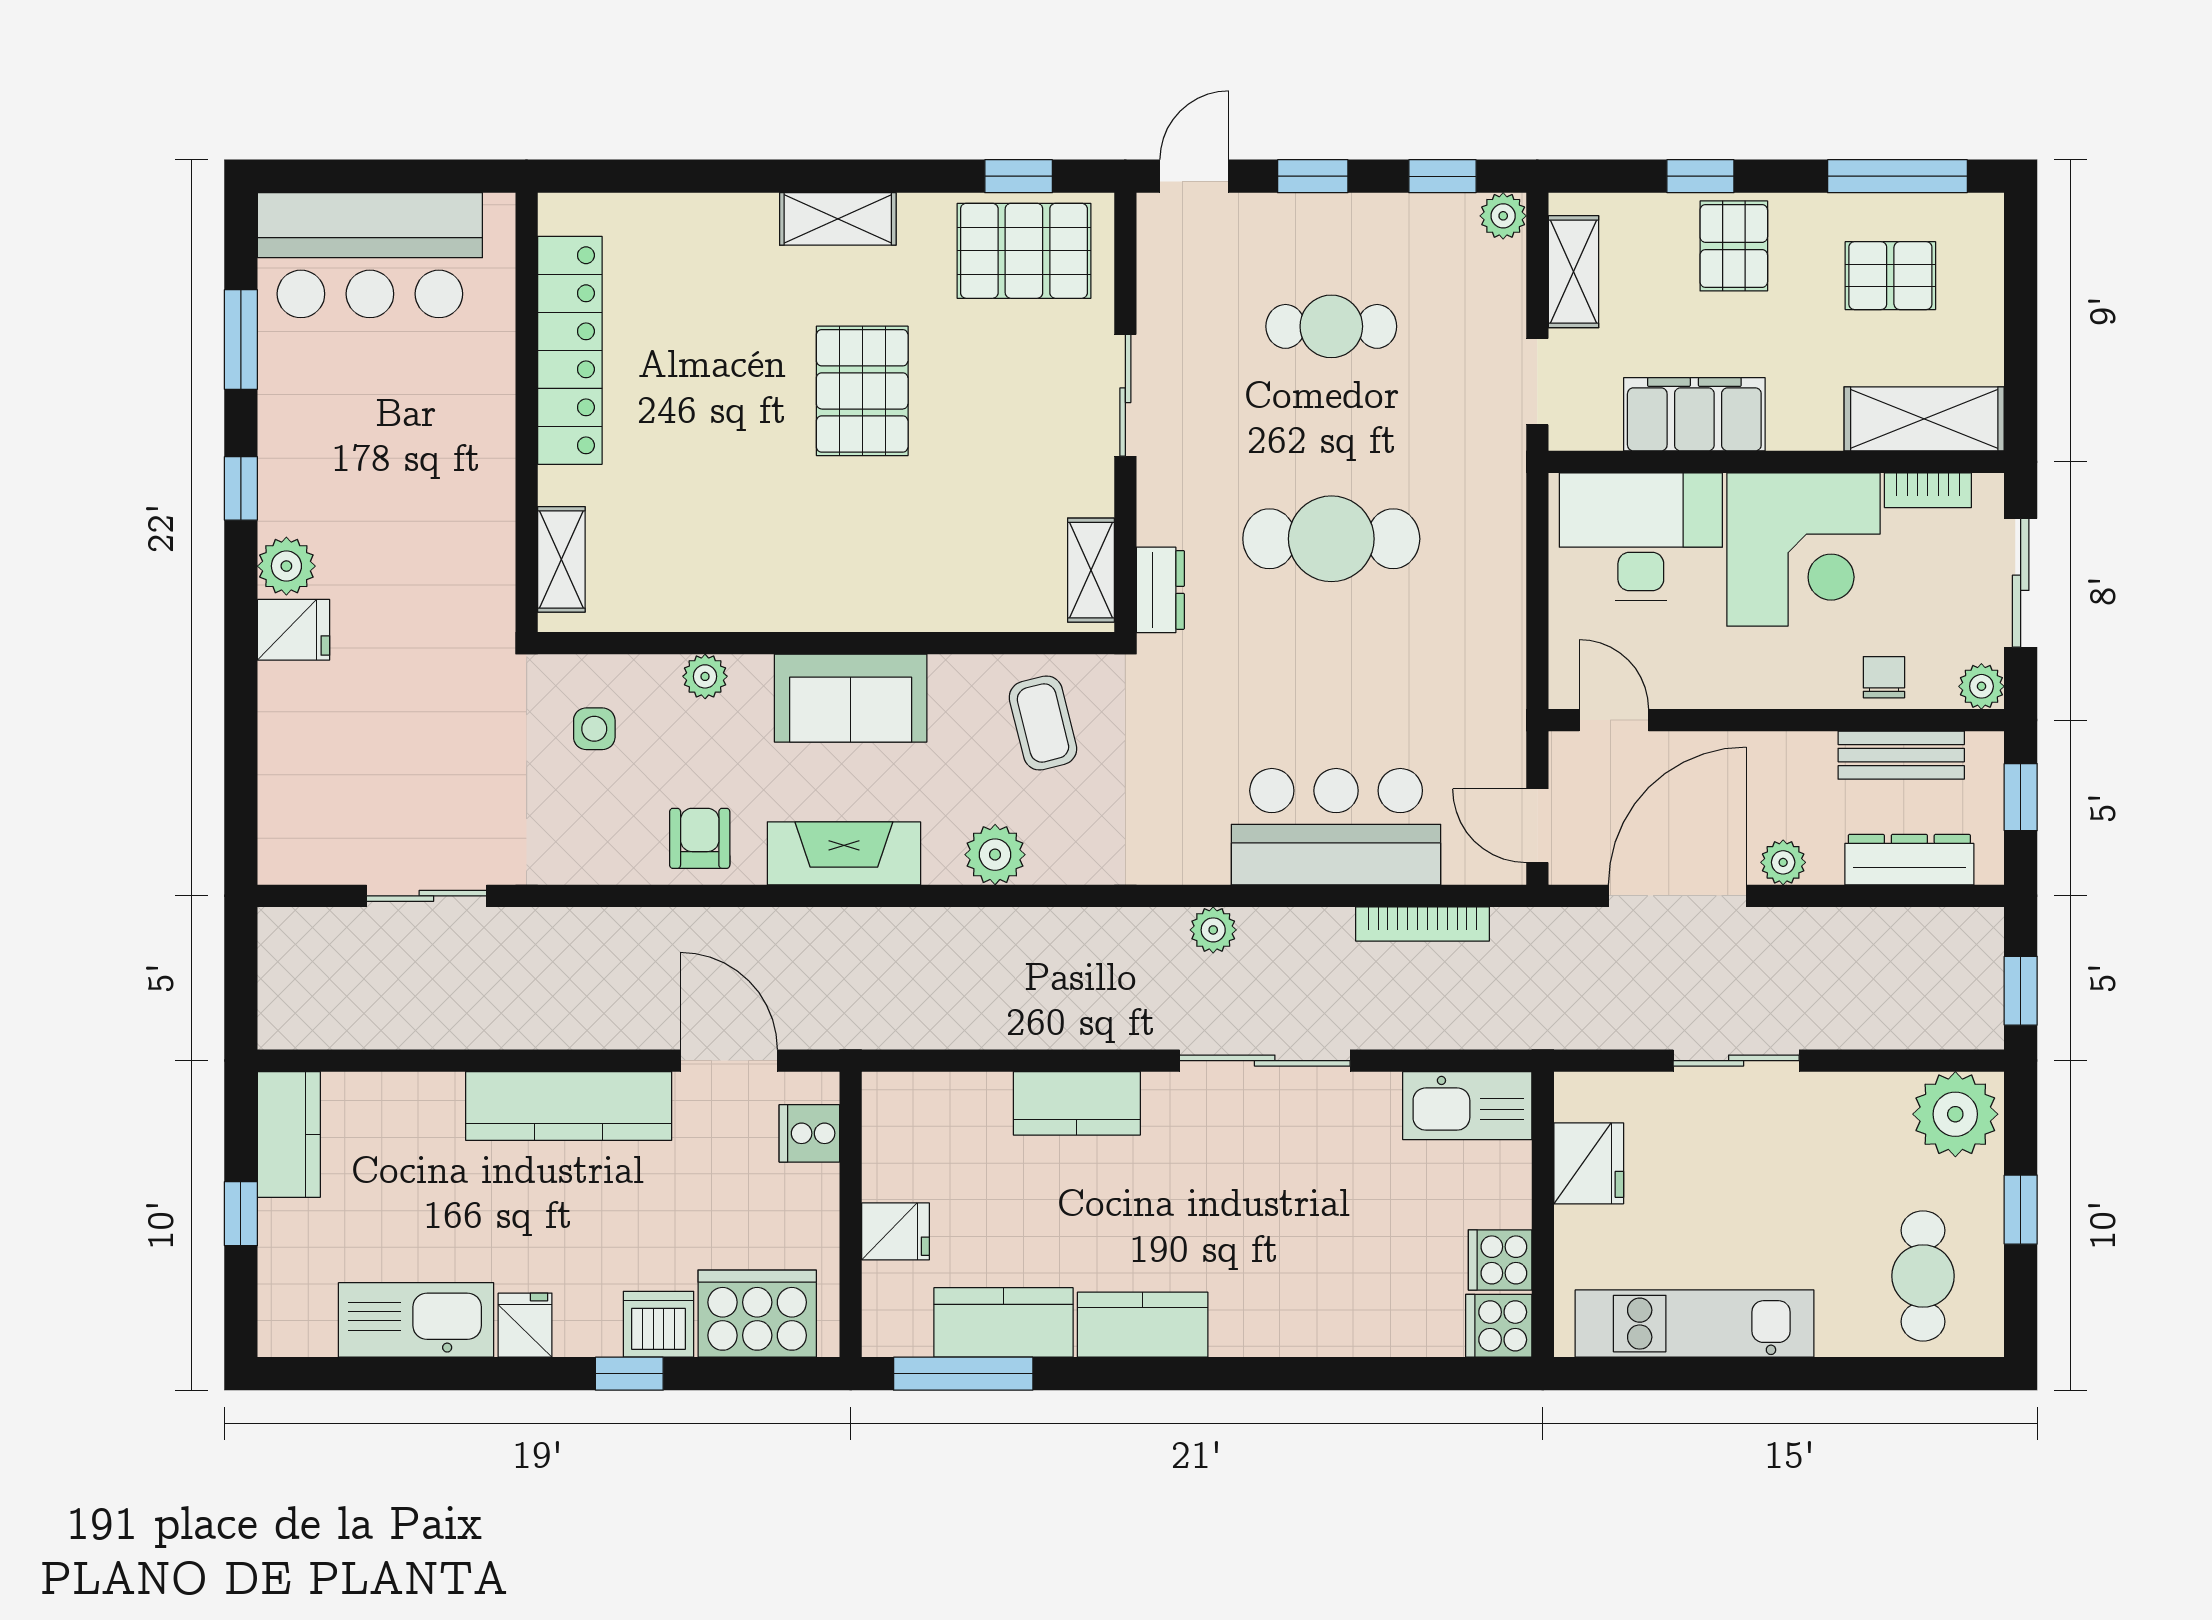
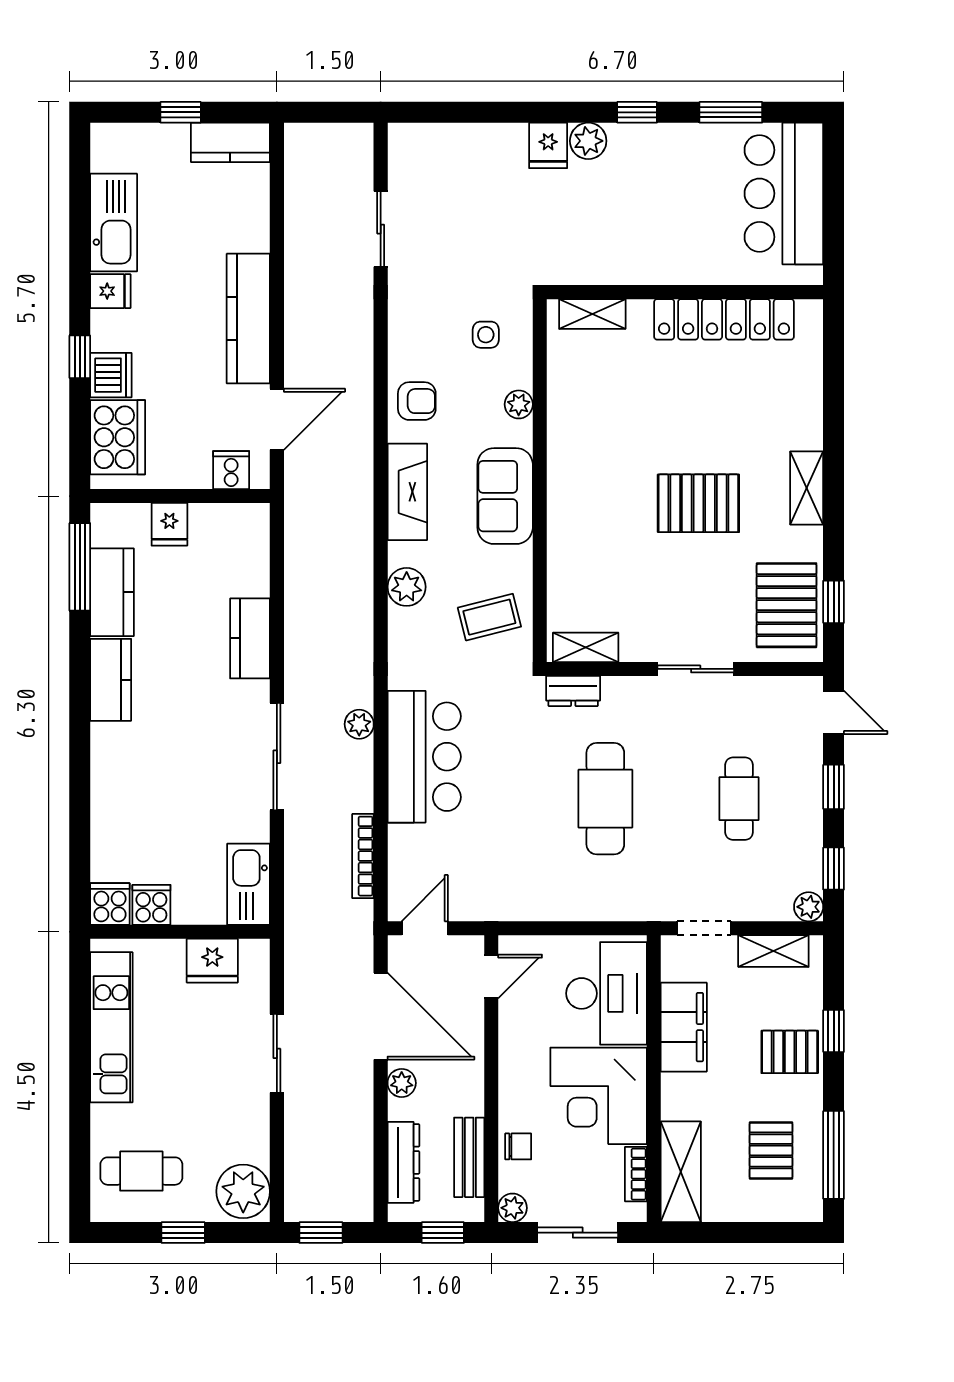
bar counter: (1336, 827) -> (424, 757), moved

